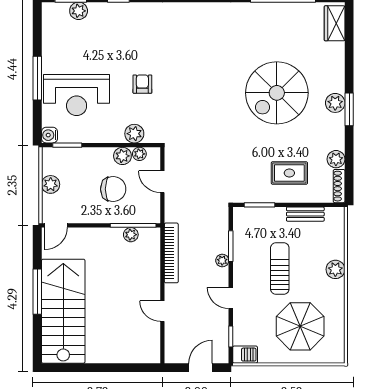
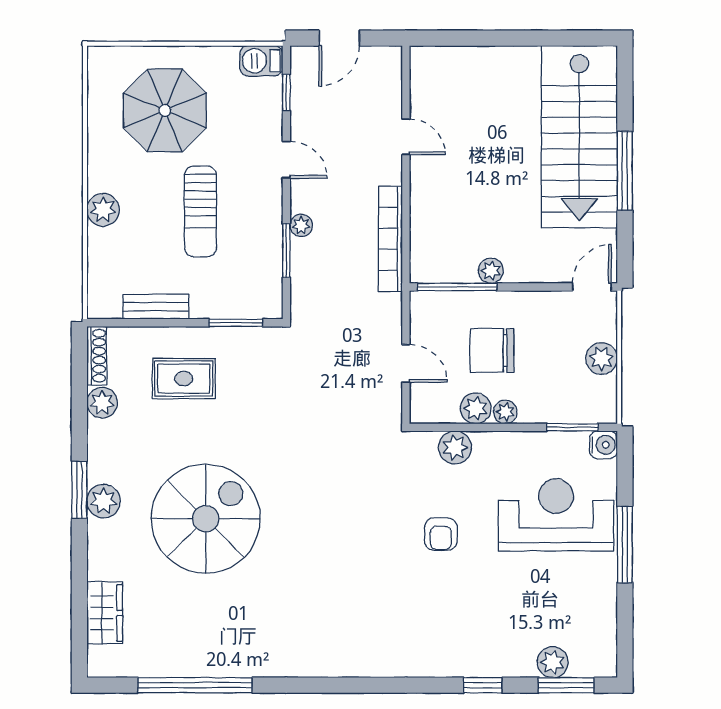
wardrobe: (335, 23) -> (105, 613), moved
plant: (139, 154) -> (505, 412), moved
plant: (131, 235) -> (491, 271), moved

